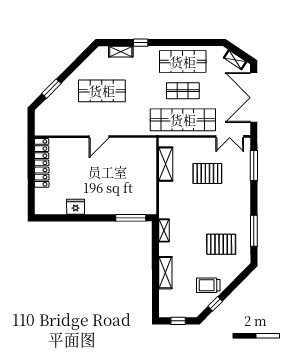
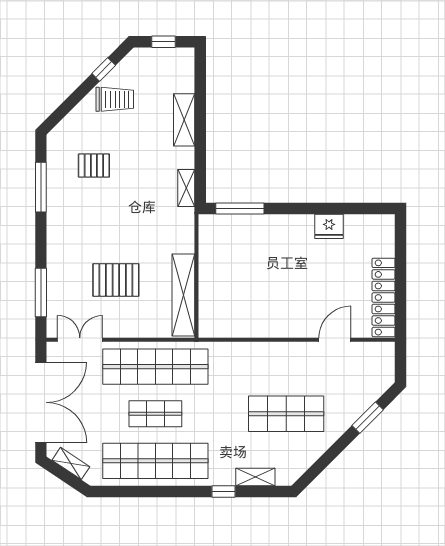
shop shelf: (183, 62) -> (155, 461), width x1.40
door: (99, 137) -> (335, 340), moved
shelving: (166, 164) -> (183, 295), width x1.47
pallet: (221, 244) -> (94, 166), width x0.67, depth x0.71

